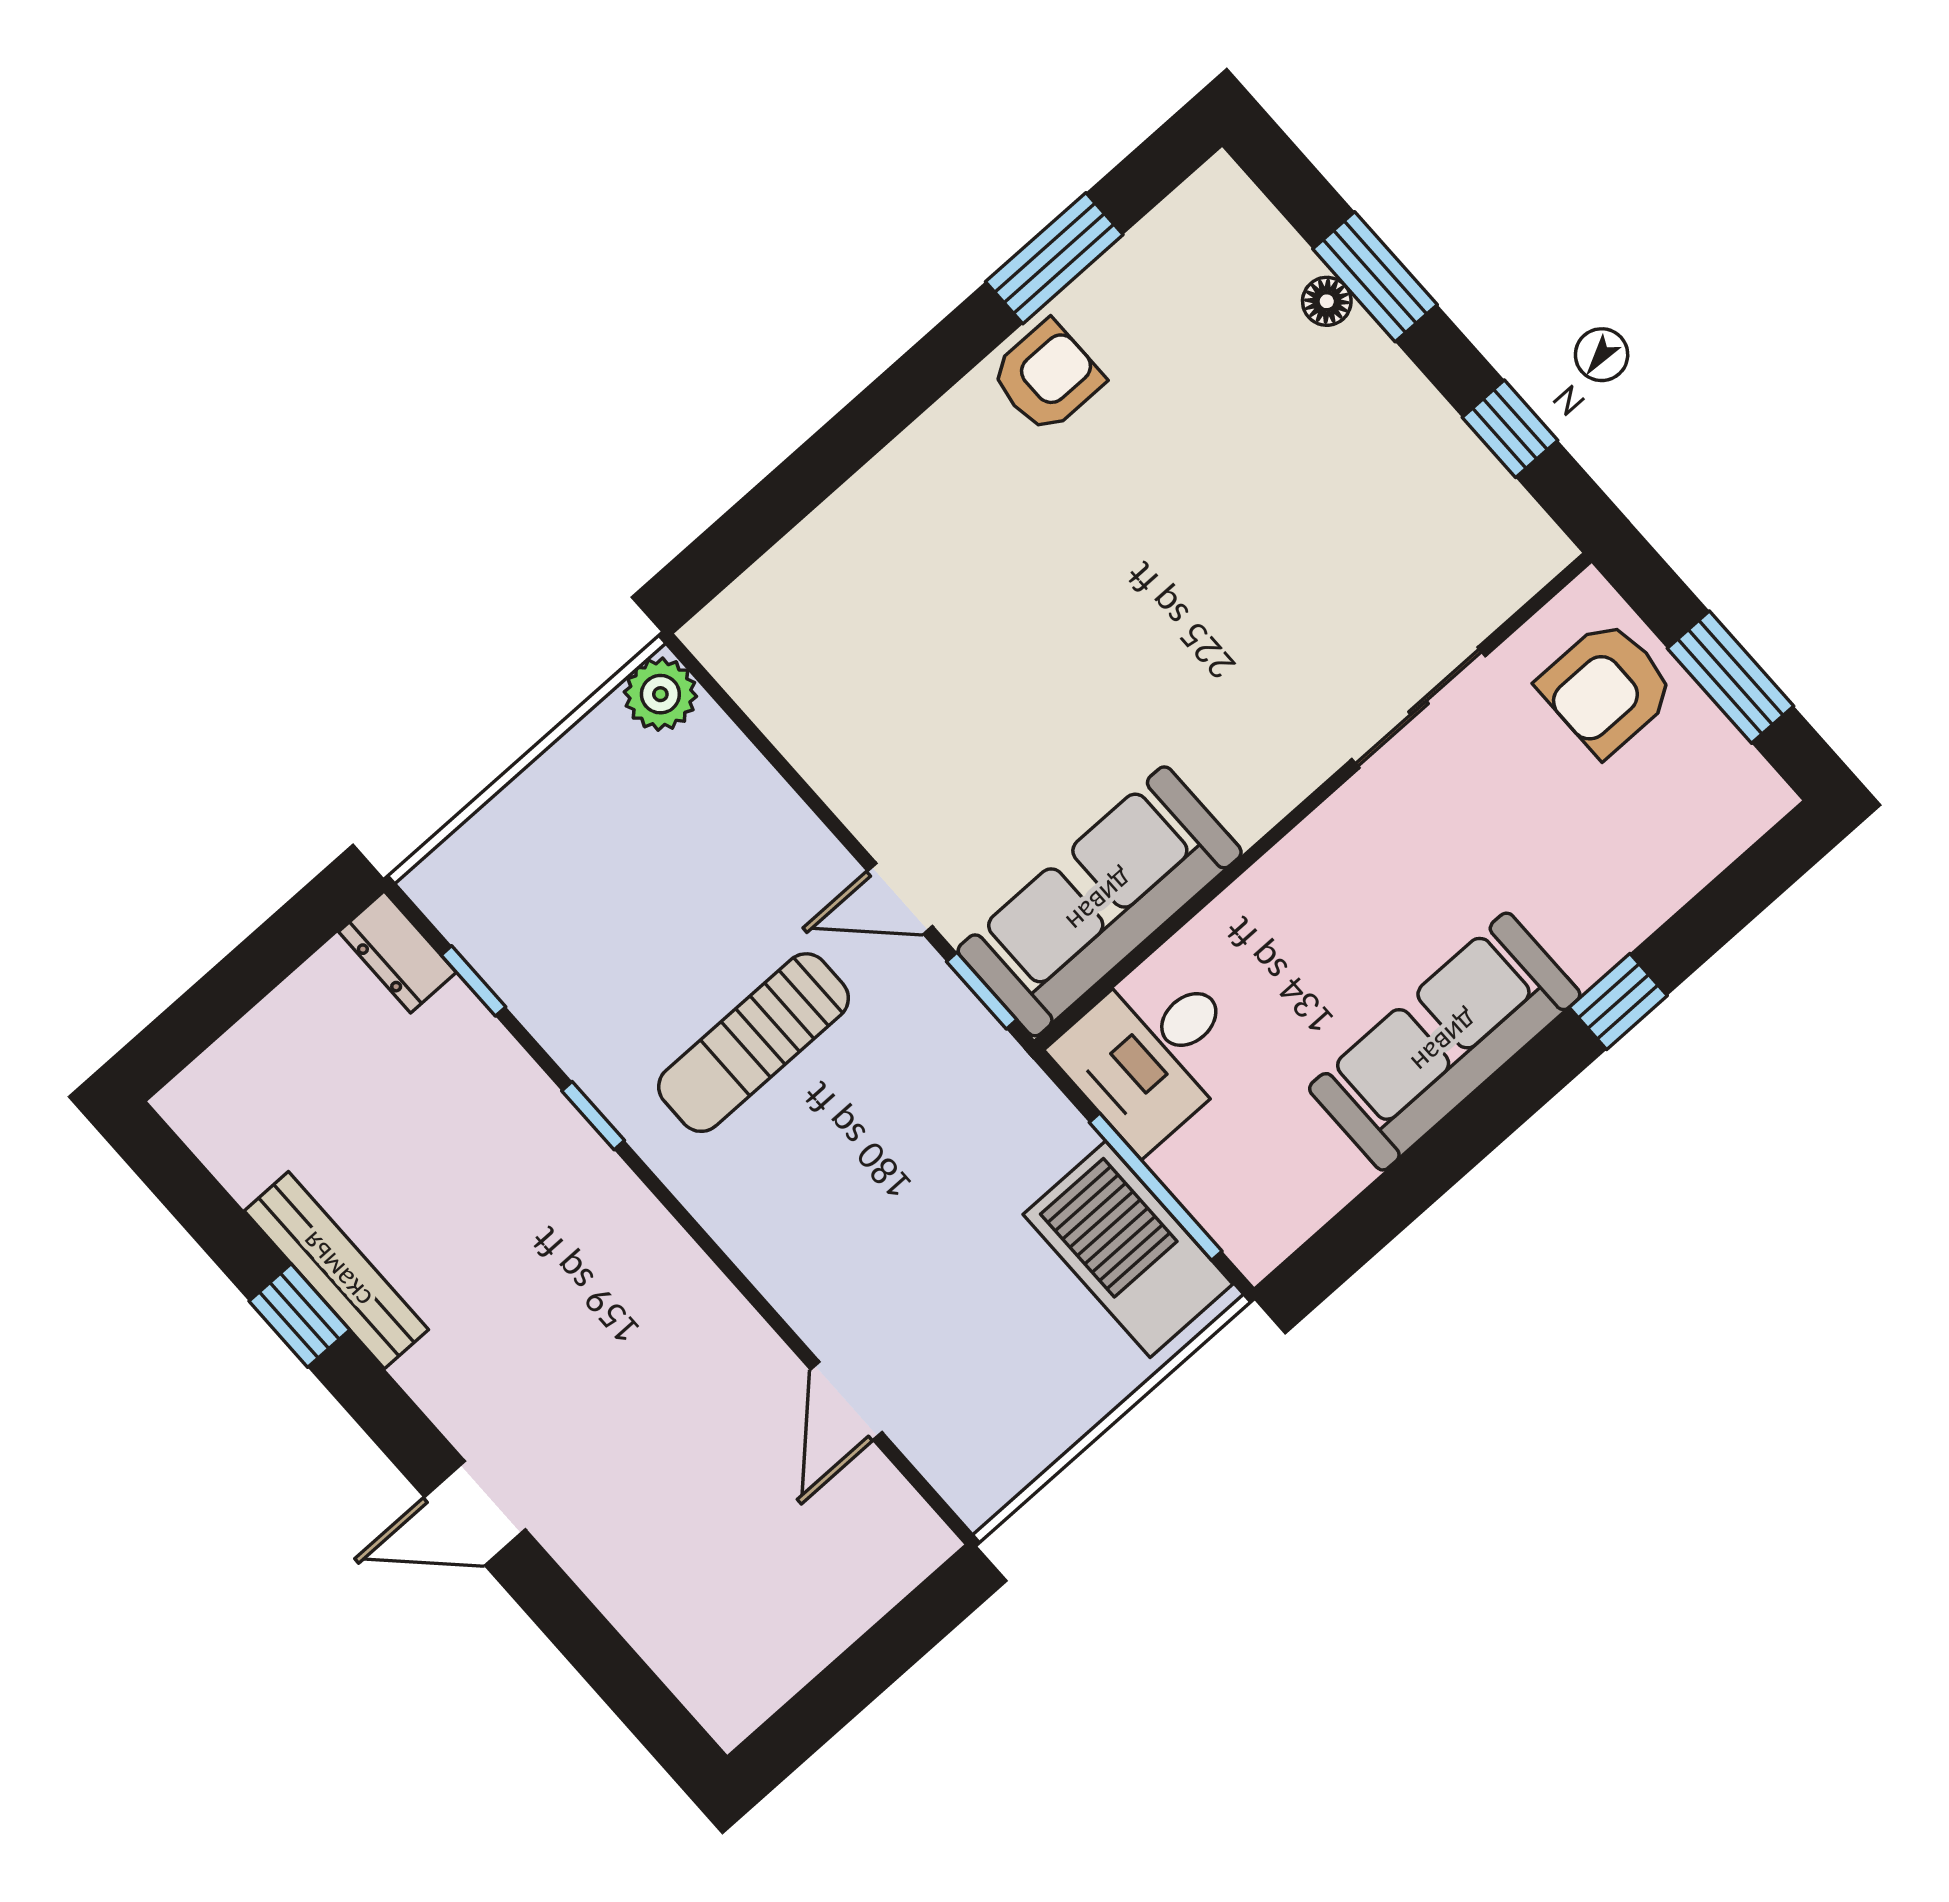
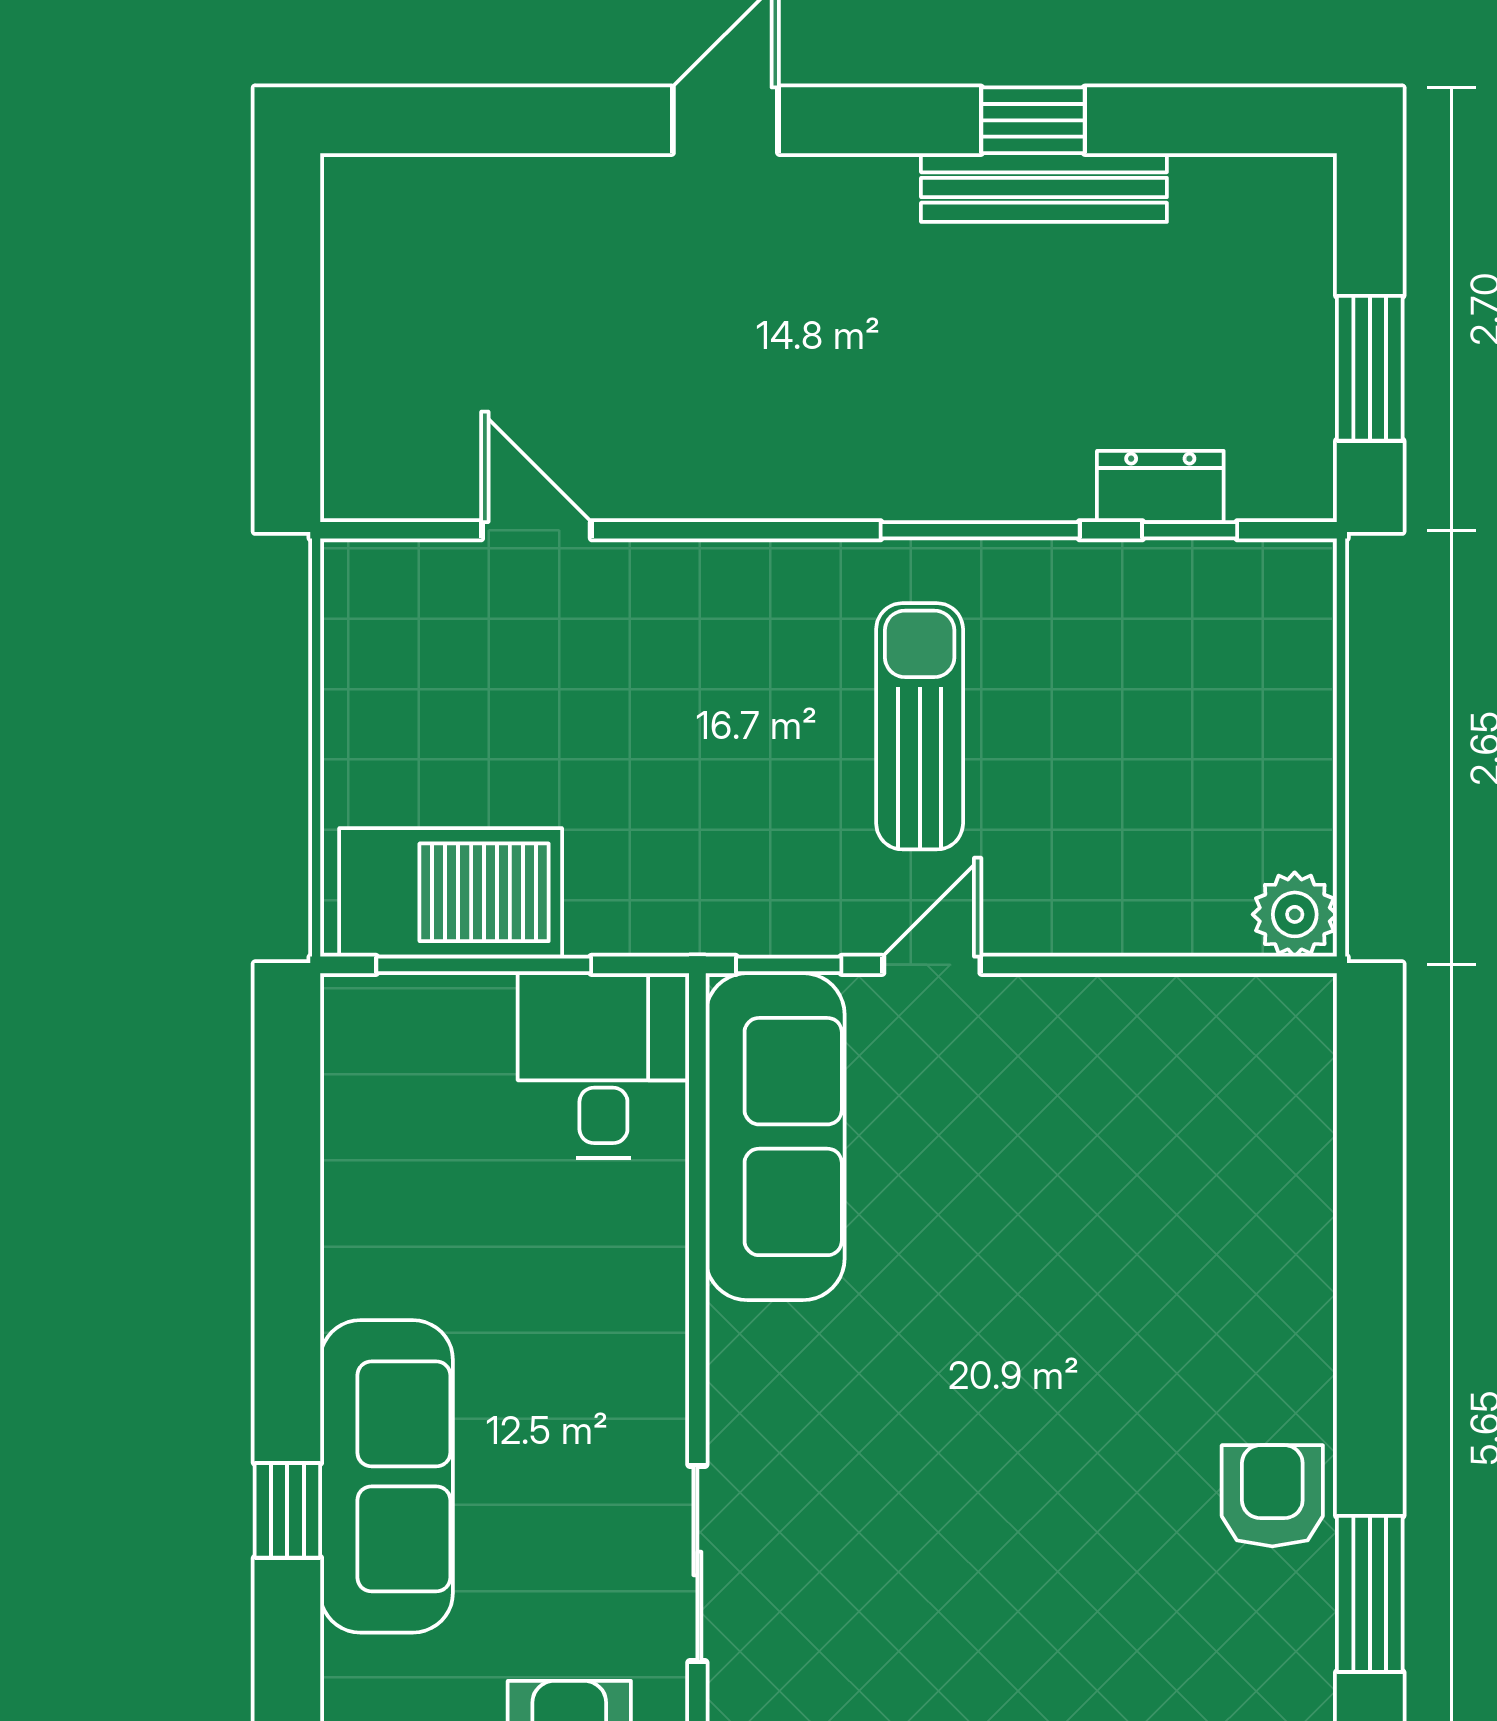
armchair: (1047, 377) -> (1272, 1496), turned 180
dresser: (397, 952) -> (1160, 486), moved
window: (267, 958) -> (1370, 368), added
sofa: (1445, 1042) -> (387, 1476), moved
window: (593, 1116) -> (980, 530), width x2.17

